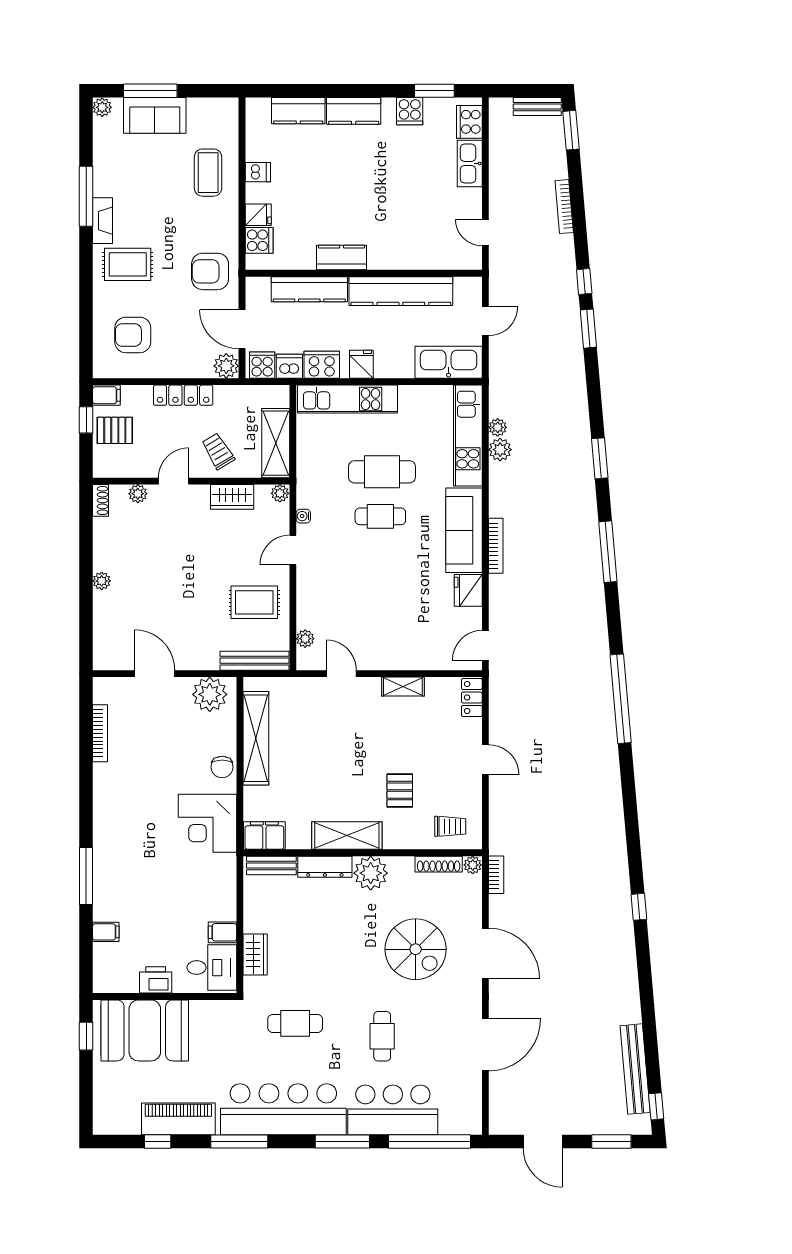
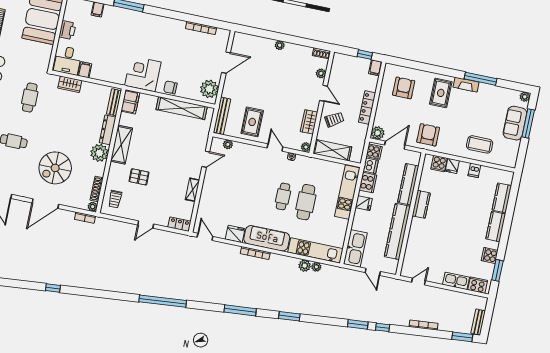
pallet: (115, 430) -> (356, 68), removed

